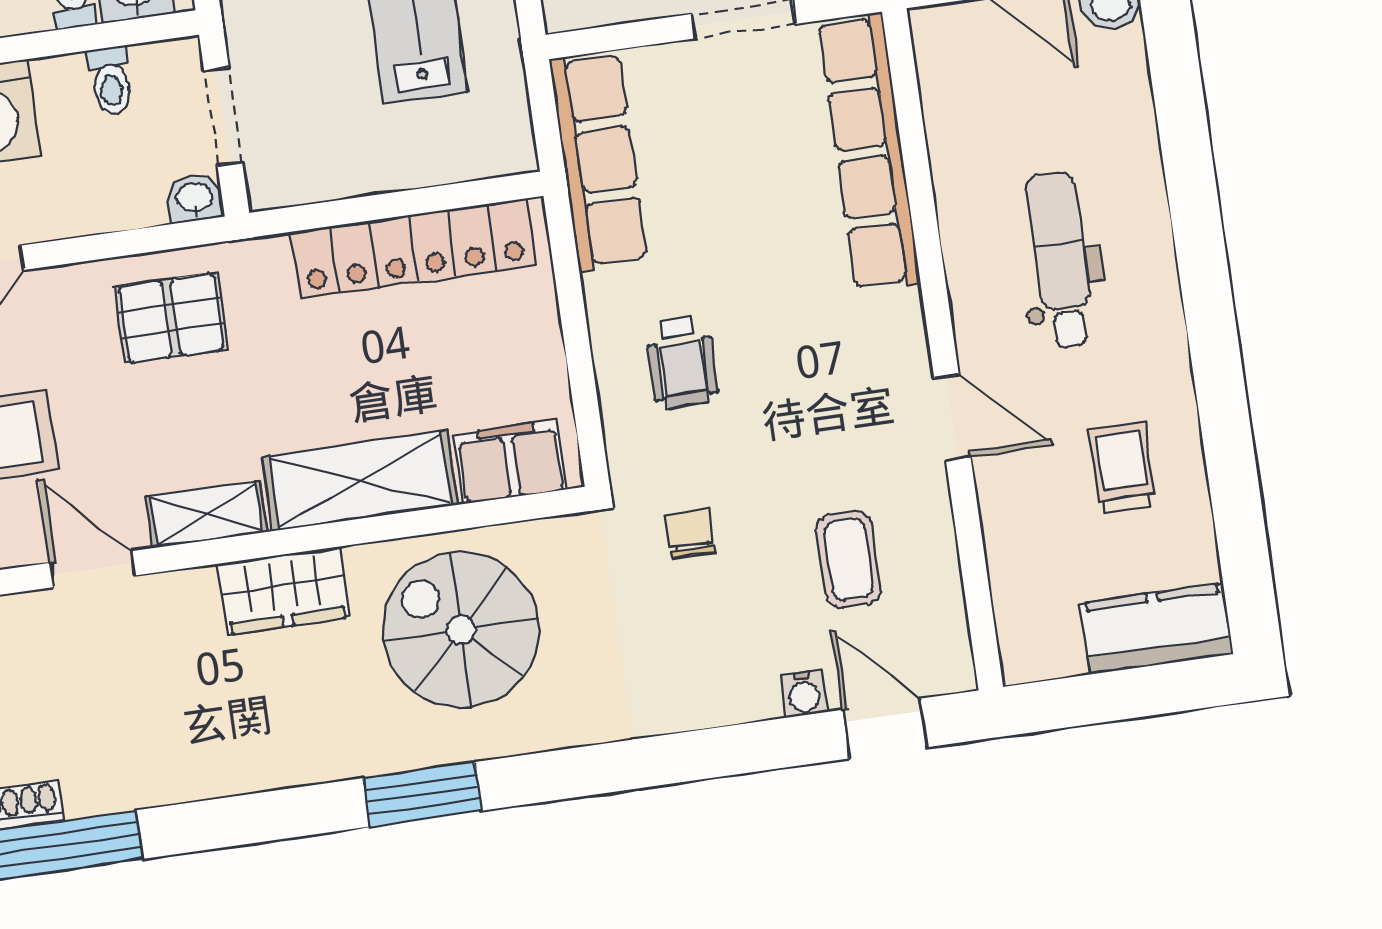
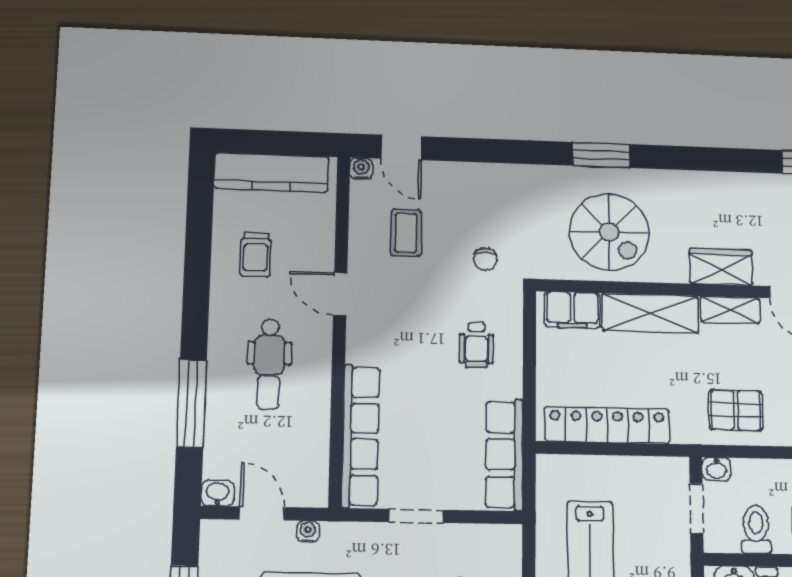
toilet: (111, 81) -> (756, 530), width x1.37, depth x1.39
window: (1188, 162) -> (191, 403), added
wheelchair: (682, 362) -> (476, 345), turned 180
wardrobe: (284, 591) -> (721, 267), moved
kitchen counter: (1157, 629) -> (272, 172), width x1.50
water cooler: (804, 693) -> (361, 169), moved
window: (422, 794) -> (601, 155), moved

